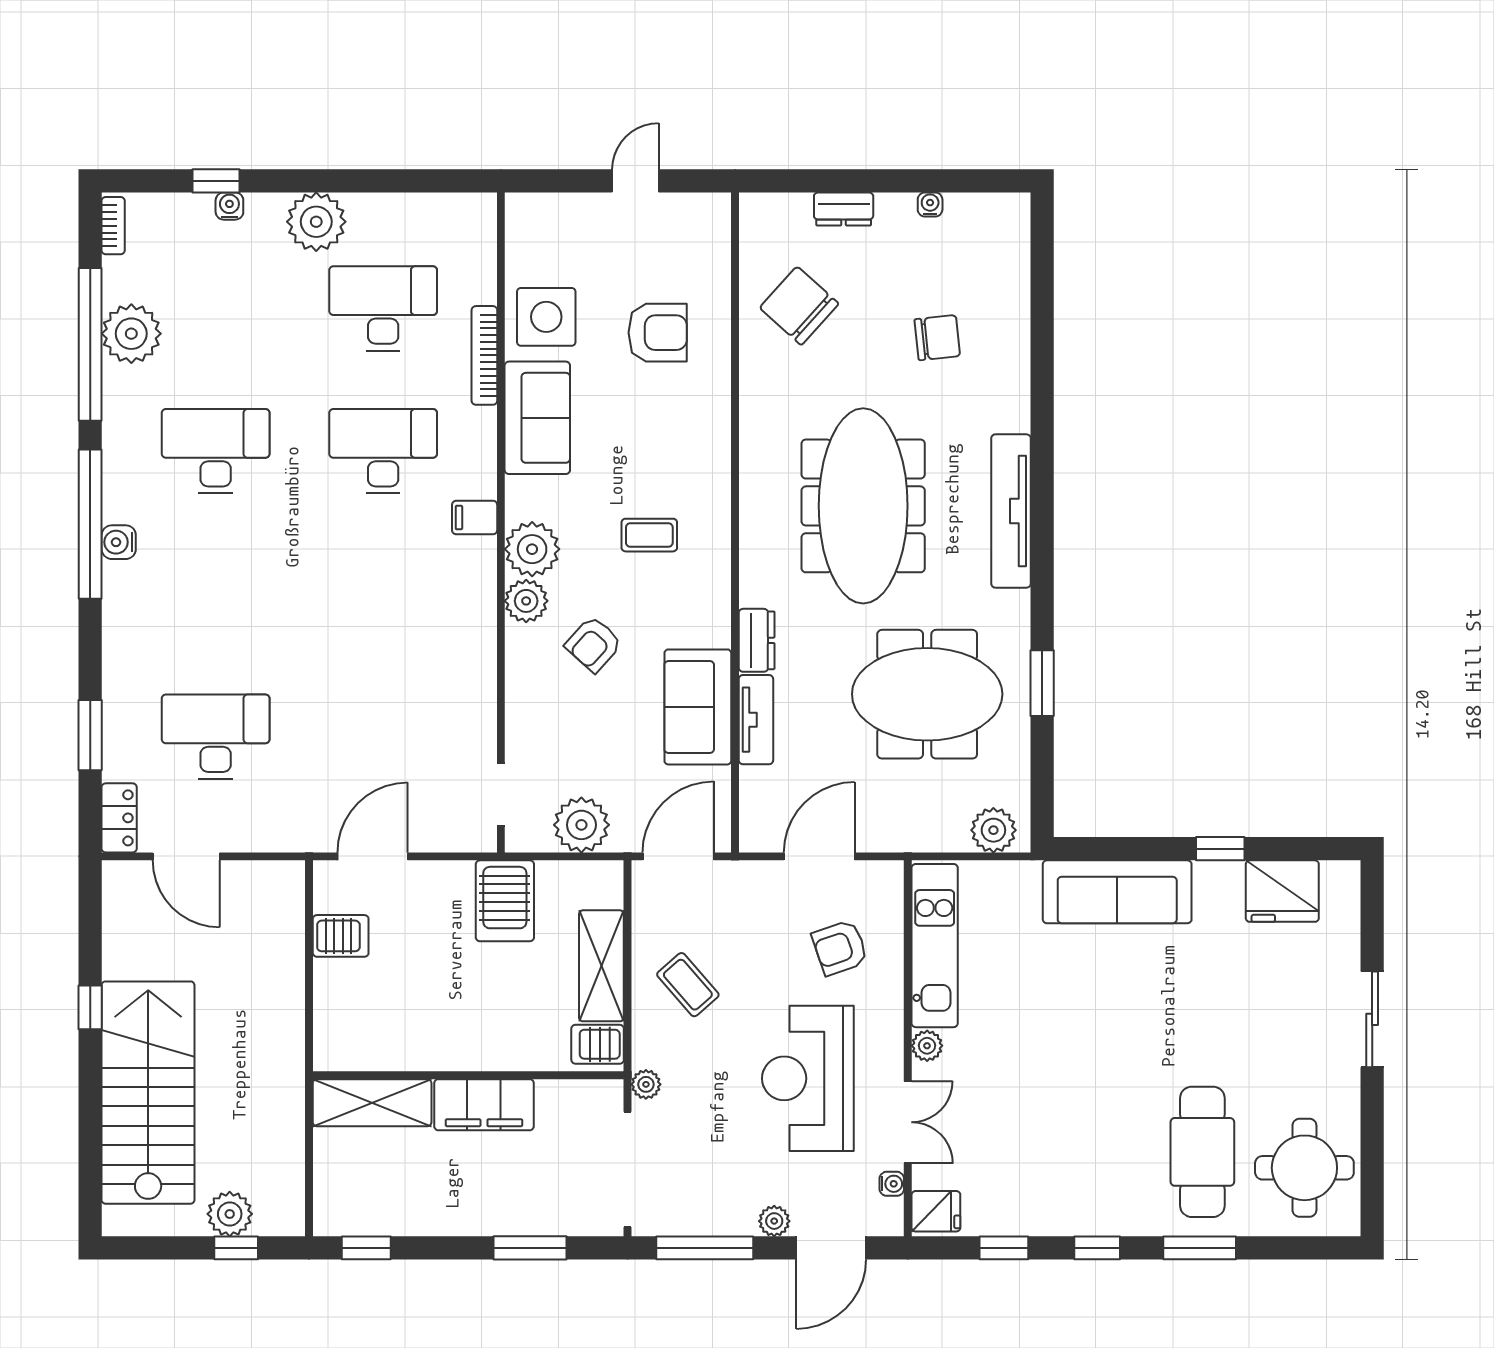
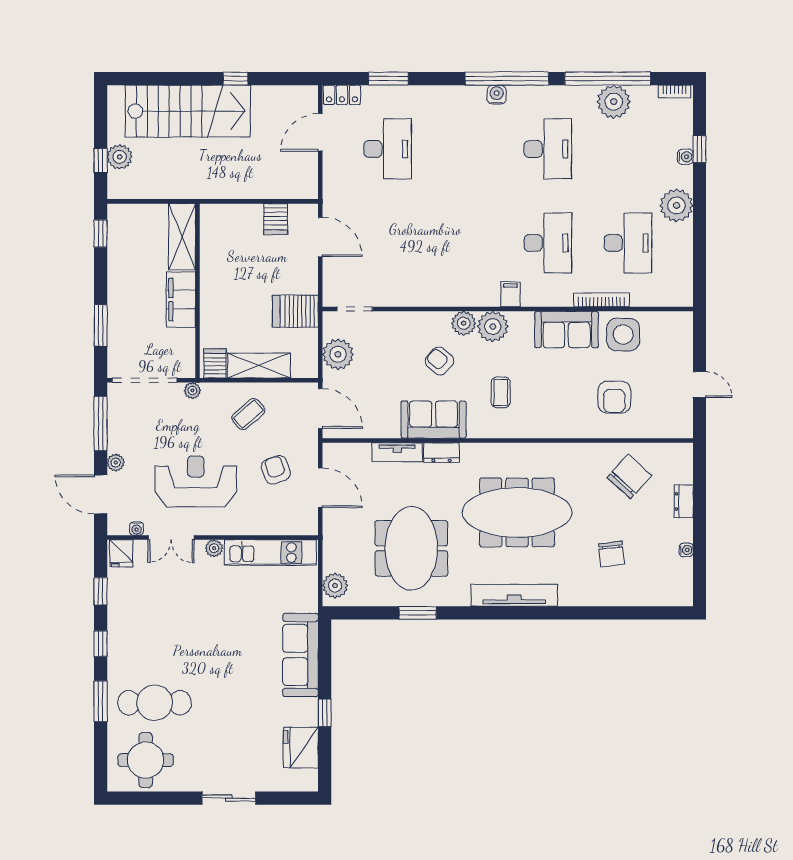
sofa: (698, 707) -> (434, 420), moved
armchair: (840, 948) -> (276, 470), moved

